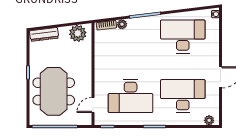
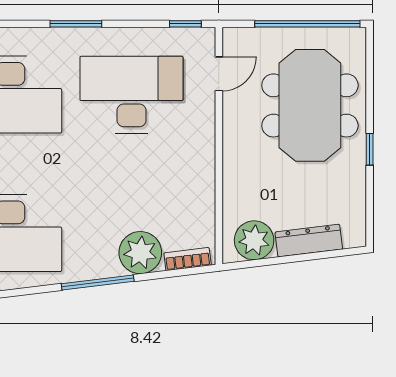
plant: (122, 24) -> (140, 253), width x1.88, depth x1.88
dresser: (44, 34) -> (309, 241), moved

